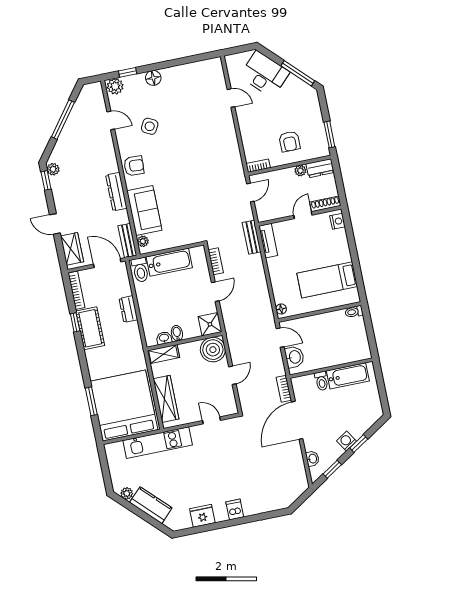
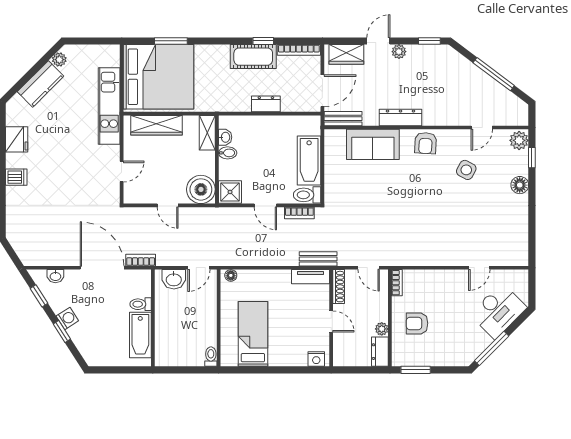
plant: (53, 169) -> (399, 52), moved
shoe rack: (325, 204) -> (339, 287), moved
plant: (143, 241) -> (339, 136), removed
toilet: (140, 270) -> (307, 195), moved

